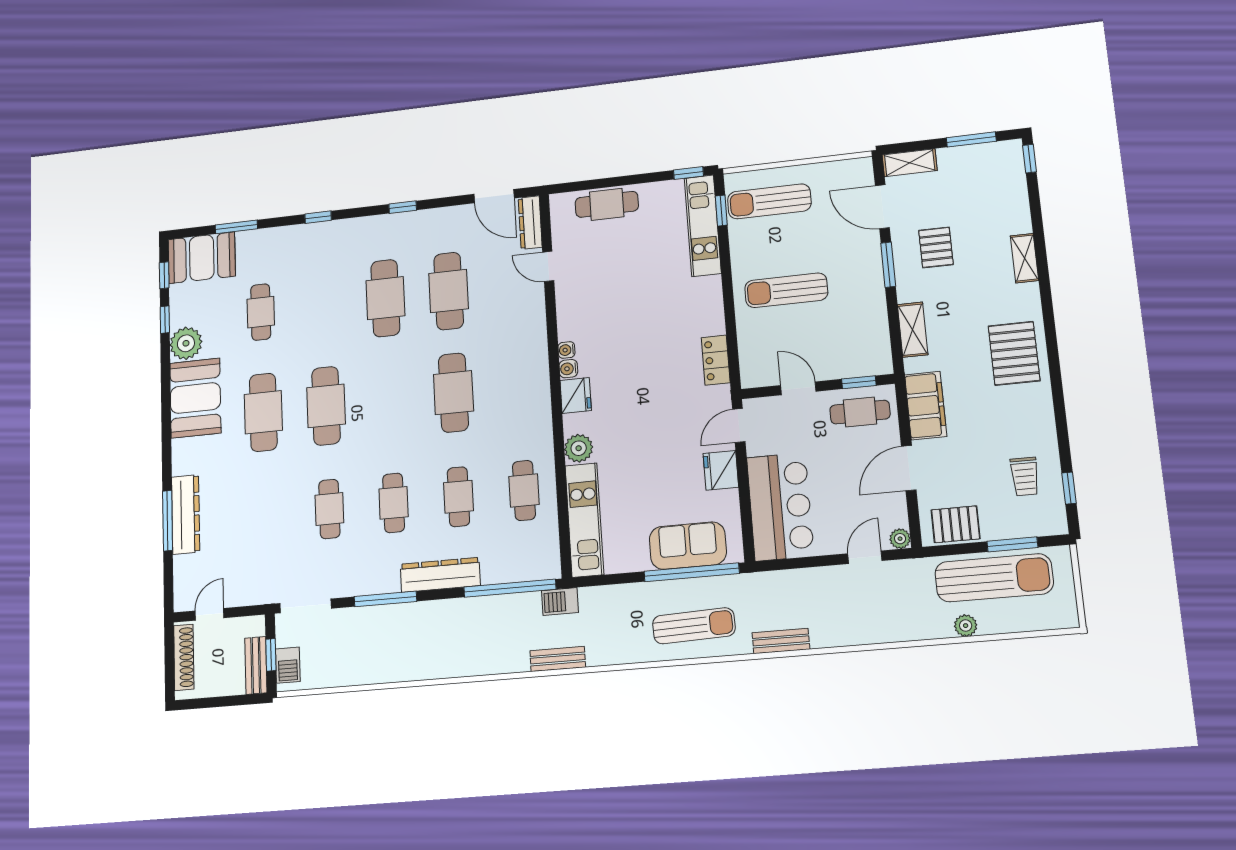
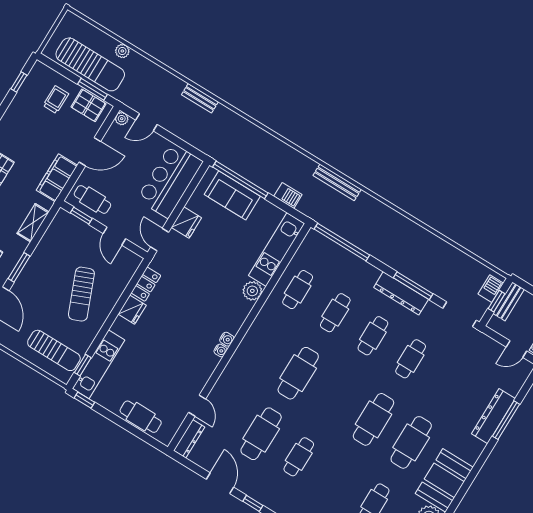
door: (494, 196) -> (220, 483), moved
sun lounger: (786, 290) -> (81, 294), turned 68
cafe table: (385, 298) -> (299, 457), width x0.73, depth x0.74
fridge: (576, 395) -> (132, 310), moved, turned 180
door: (739, 425) -> (160, 240), swing flipped
trolley: (1025, 477) -> (56, 100), moved
window: (1012, 544) -> (93, 89), moved
dresser: (440, 575) -> (401, 293), moved
sun lounger: (994, 578) -> (90, 64), turned 180
barbecue: (560, 602) -> (288, 195), moved
sun lounger: (694, 626) -> (259, 151), removed
bench: (781, 641) -> (200, 98), moved
bench: (558, 659) -> (337, 182), width x1.36

